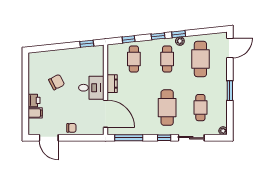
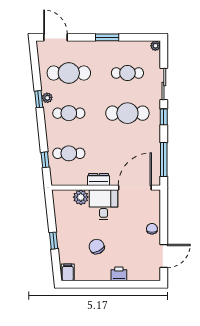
window: (158, 36) -> (41, 124), removed
window: (87, 44) -> (54, 241), moved
plant: (98, 69) -> (81, 197), added
filing cabinet: (35, 113) -> (68, 272), moved

